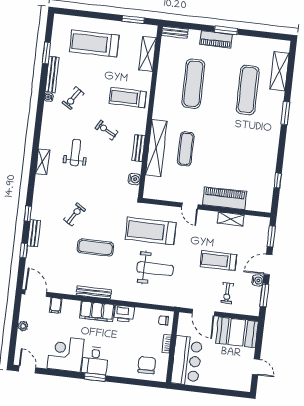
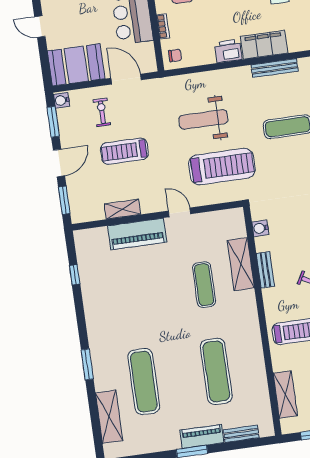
bench: (175, 32) -> (241, 434), moved
shelving: (156, 148) -> (241, 264), width x0.68
treadmill: (218, 261) -> (124, 151), turned 180
water cooler: (258, 280) -> (62, 100), moved

